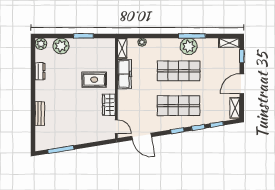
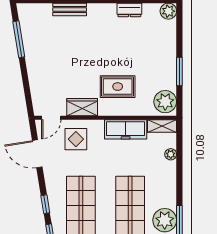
plant: (61, 46) -> (165, 102), moved
rug: (94, 80) -> (118, 87), turned 90
display table: (131, 109) -> (76, 139), added
door: (142, 137) -> (37, 154), hinge flipped

